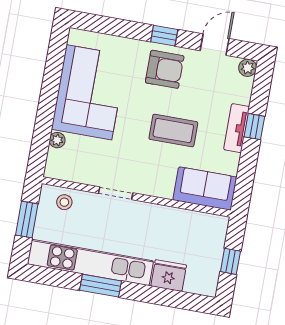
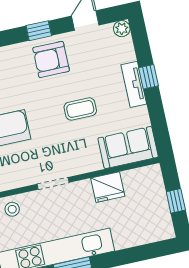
armchair: (165, 69) -> (51, 59), turned 180
coffee table: (173, 131) -> (80, 109), width x0.73, depth x0.77
fridge: (169, 276) -> (108, 187), moved, turned 180

